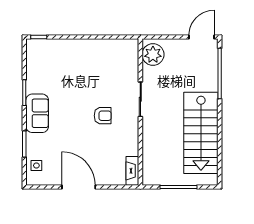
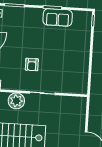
plant: (153, 55) -> (16, 101), moved
sofa: (37, 113) -> (58, 17), moved

